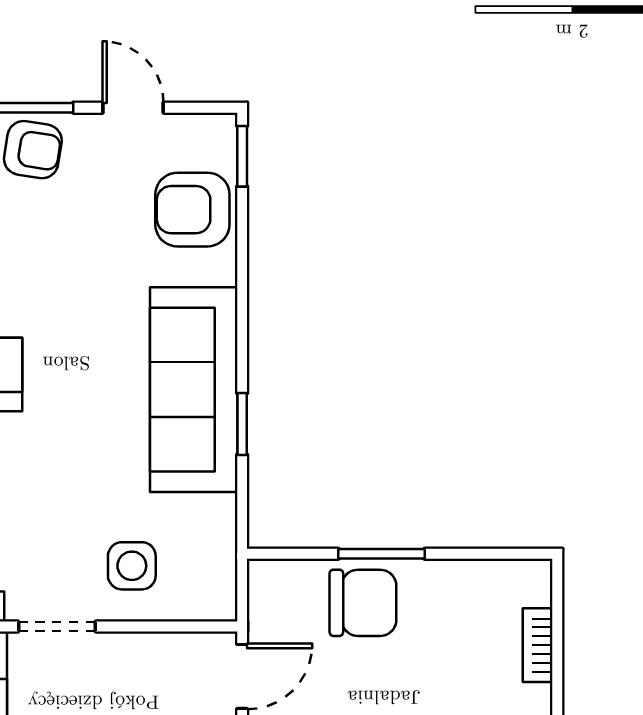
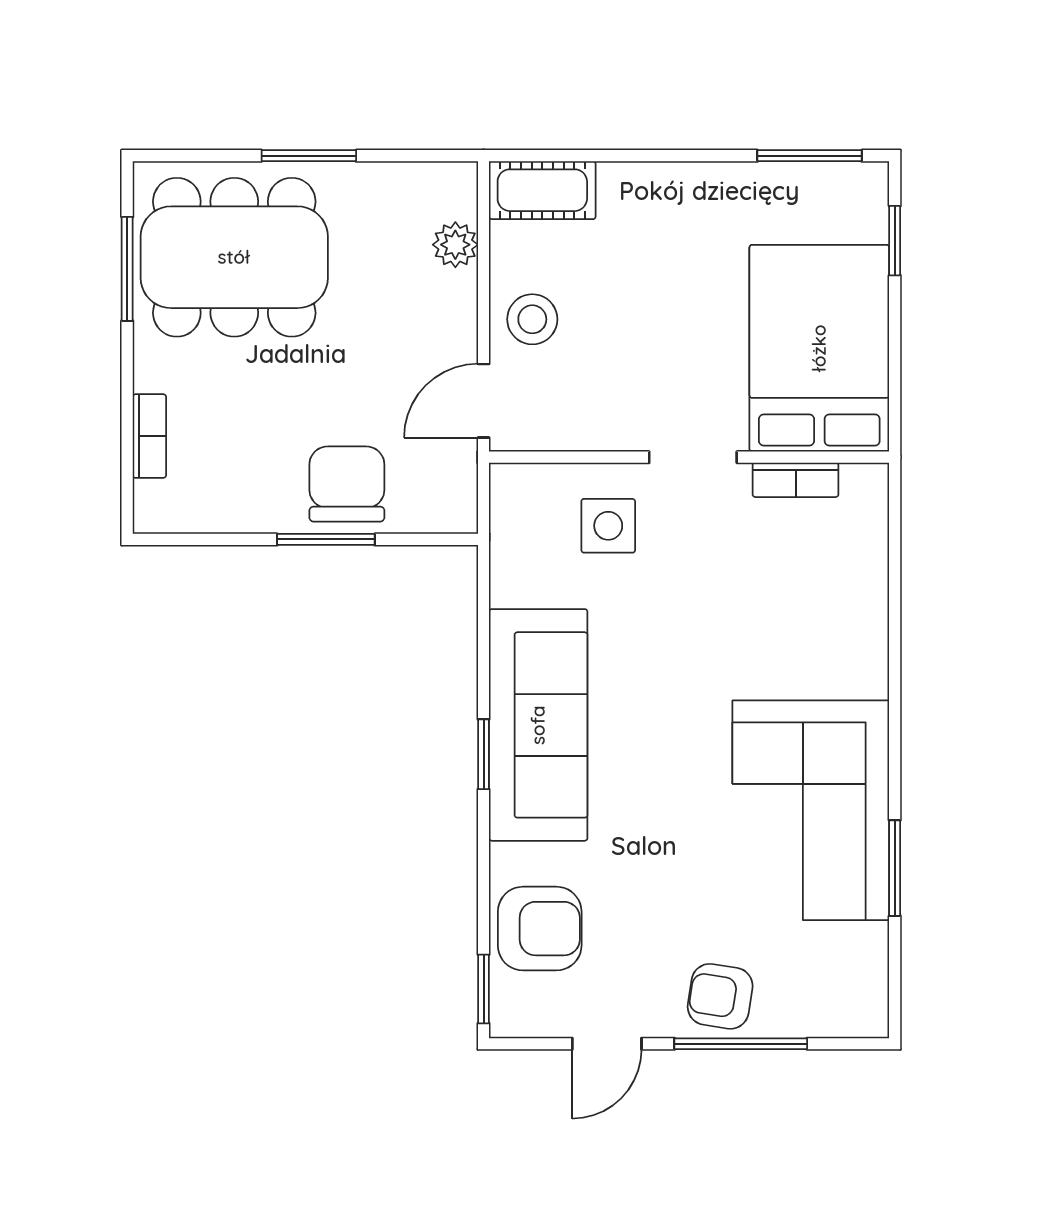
door: (133, 108) -> (607, 1044), hinge flipped
window: (242, 424) -> (484, 754), moved
chair: (363, 603) -> (347, 484), turned 90

